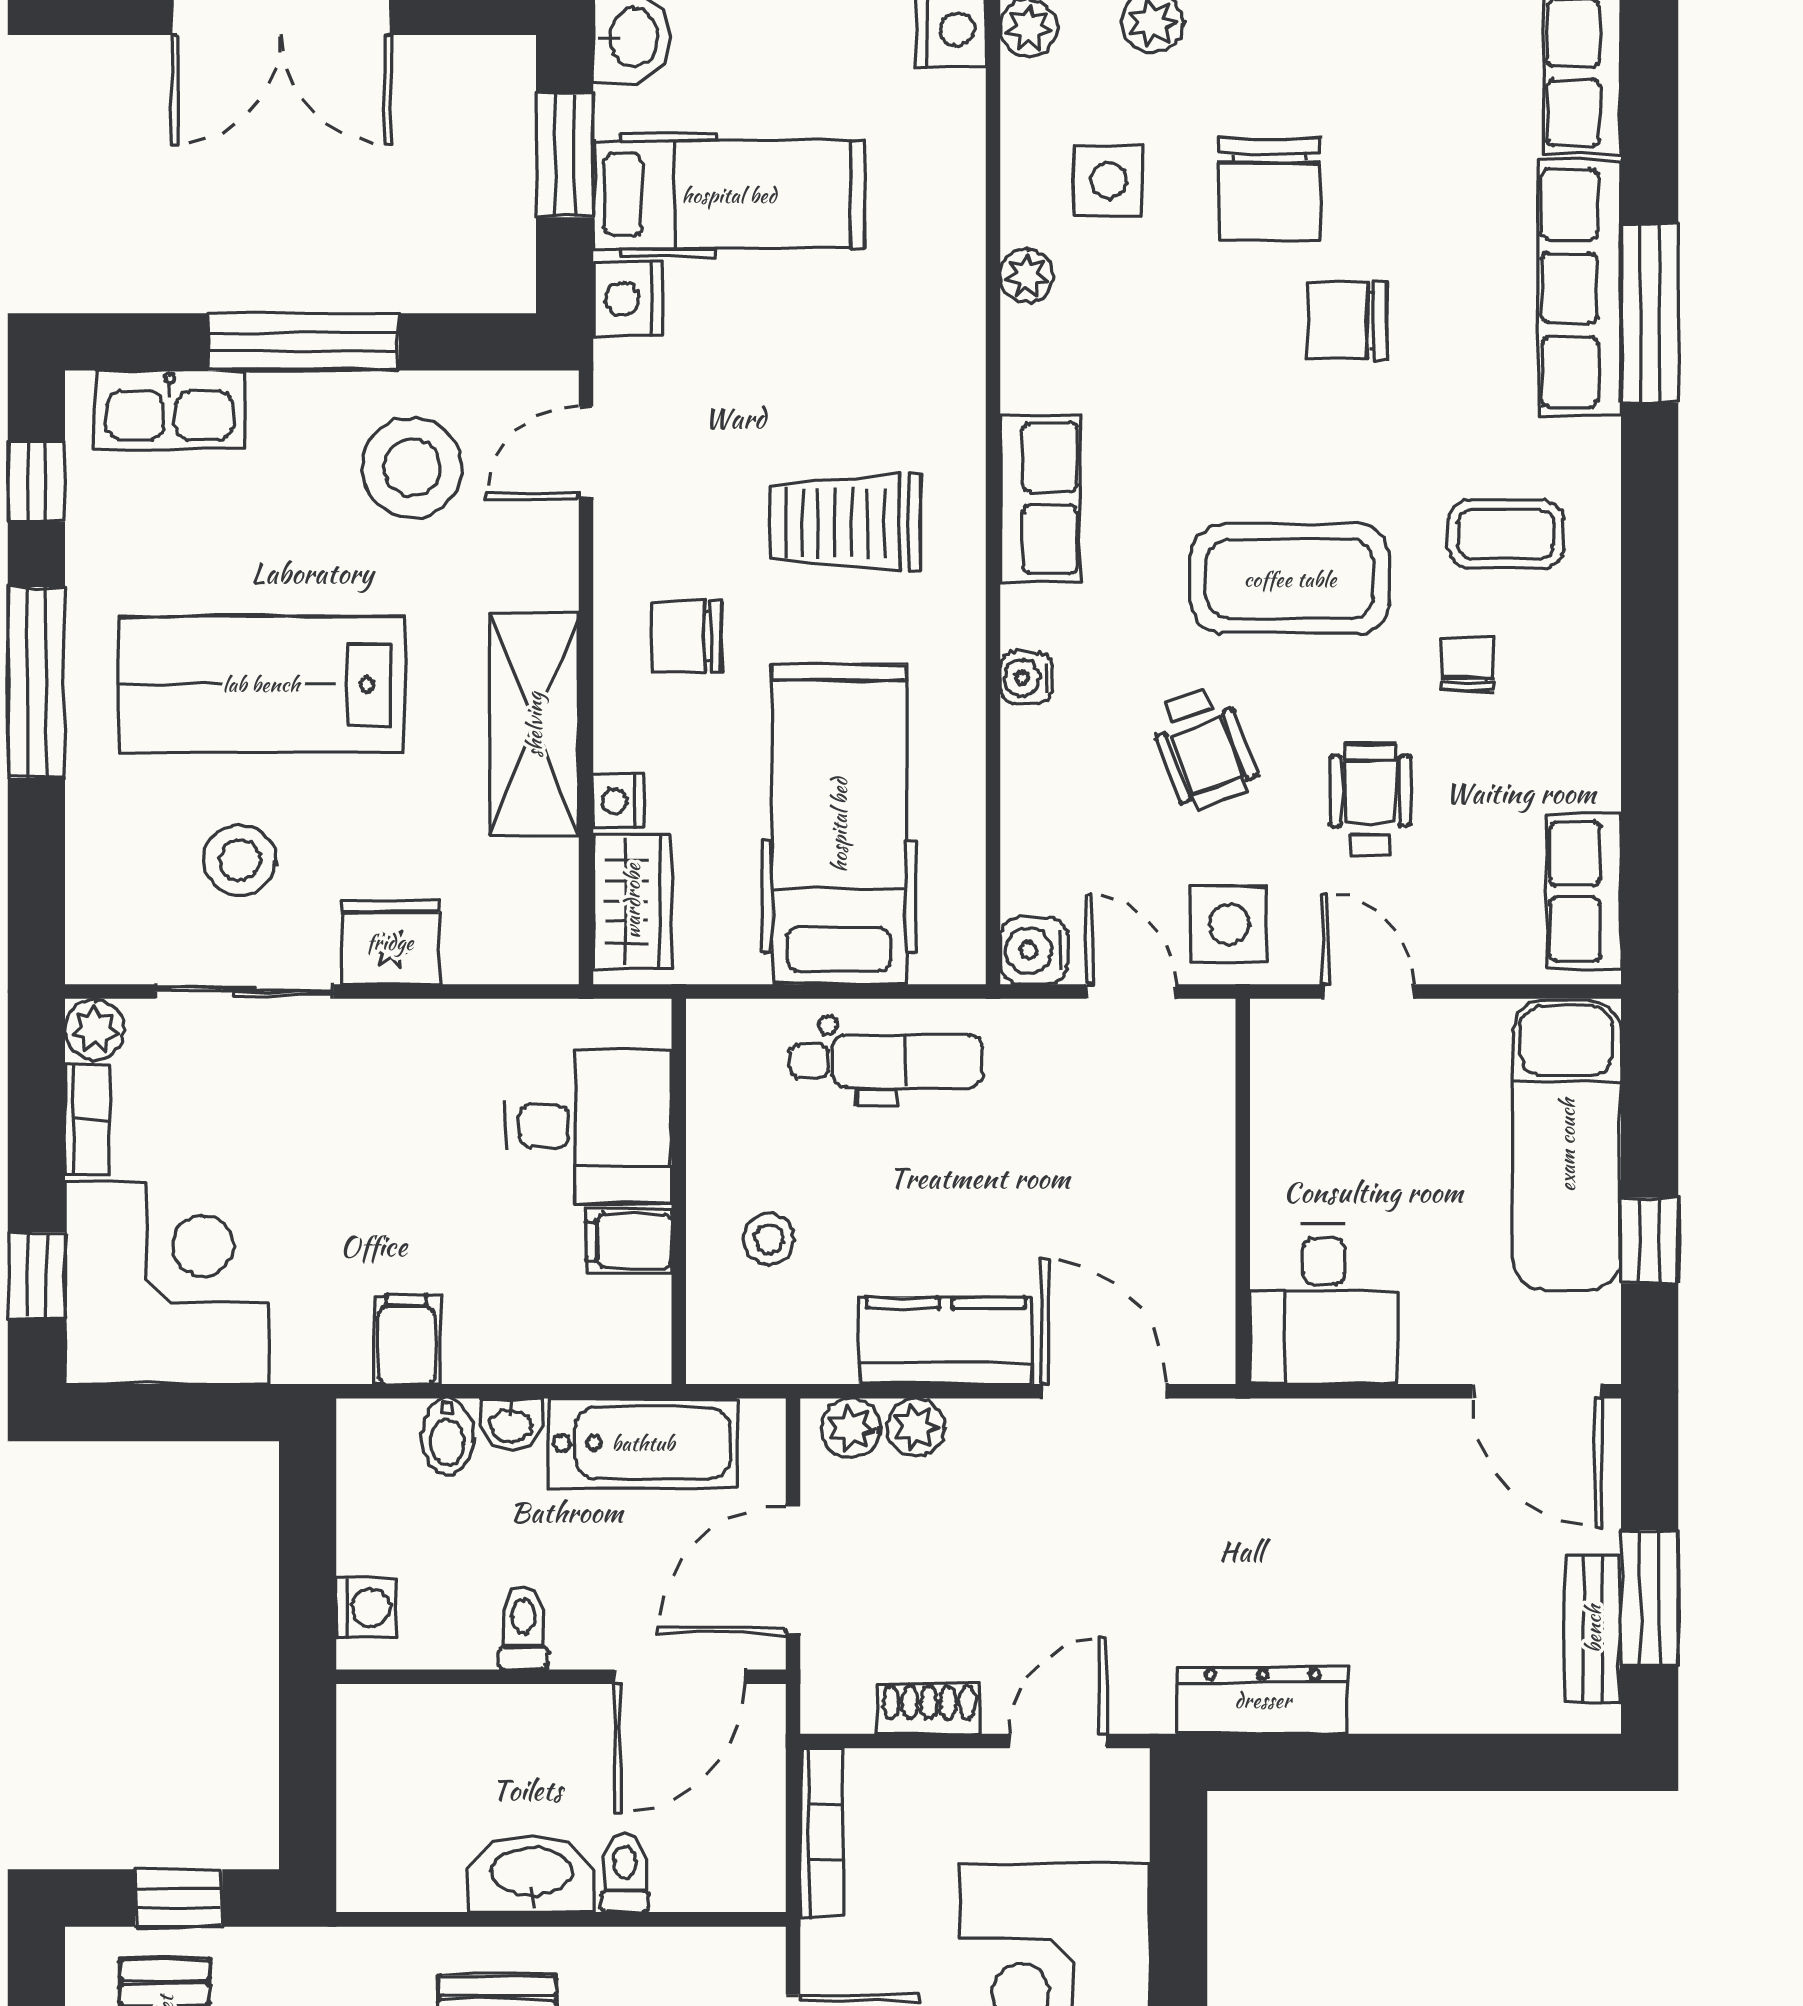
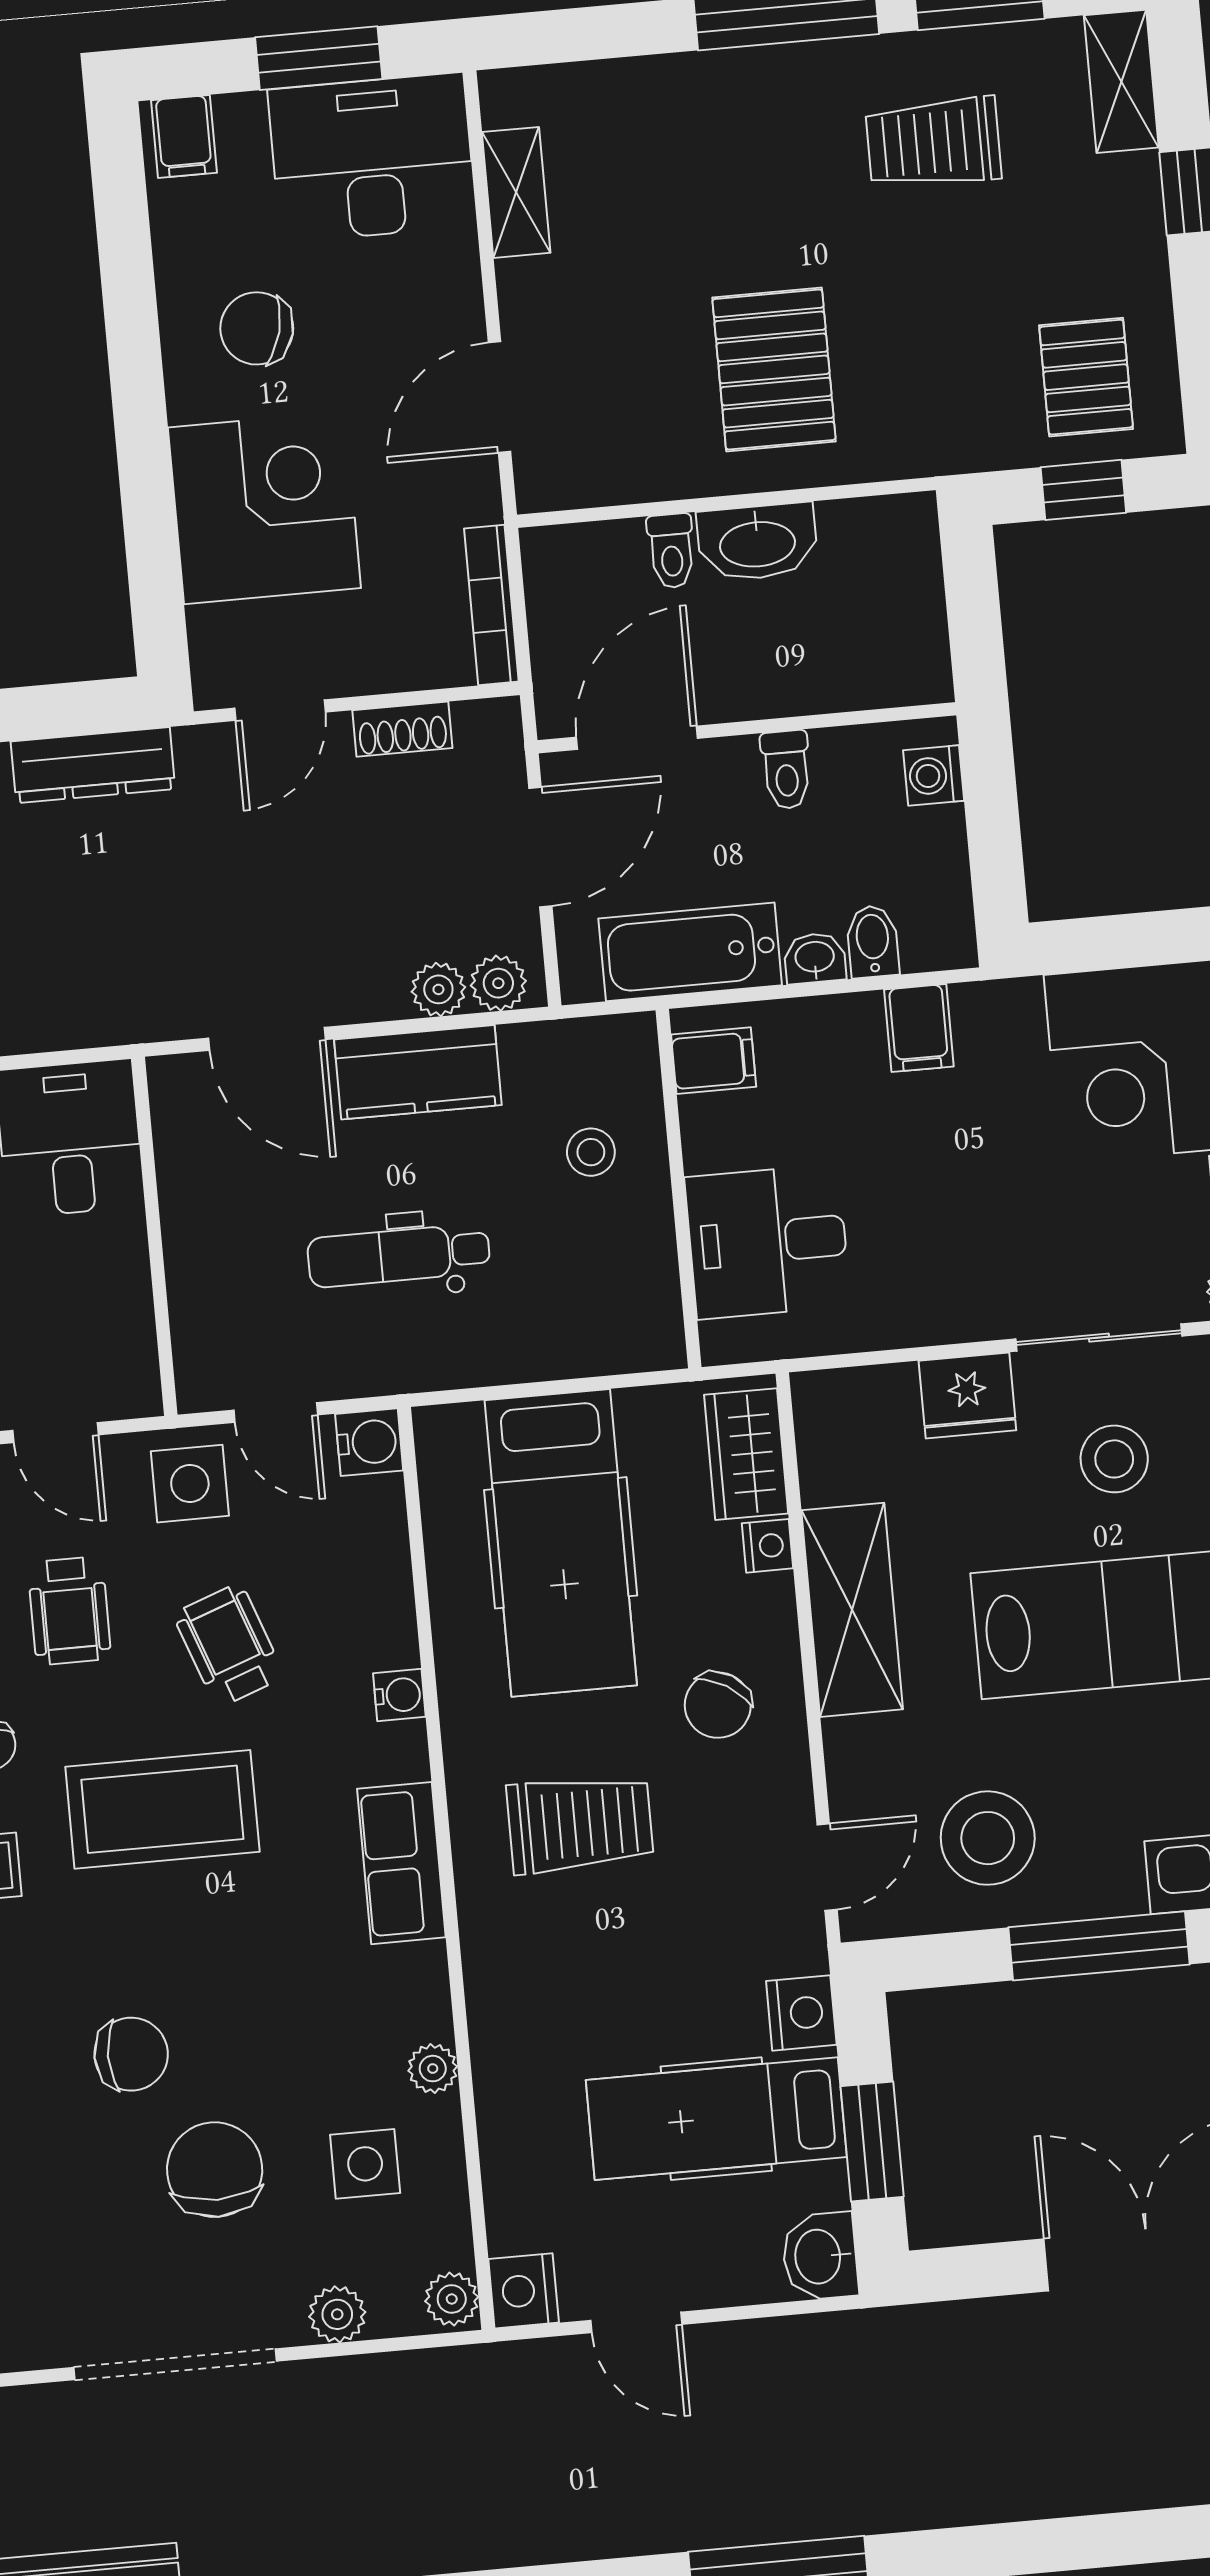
chair: (687, 636) -> (718, 1705), turned 121
dental chair: (886, 1061) -> (399, 1255), moved
filing cabinet: (629, 1241) -> (714, 1061), moved

